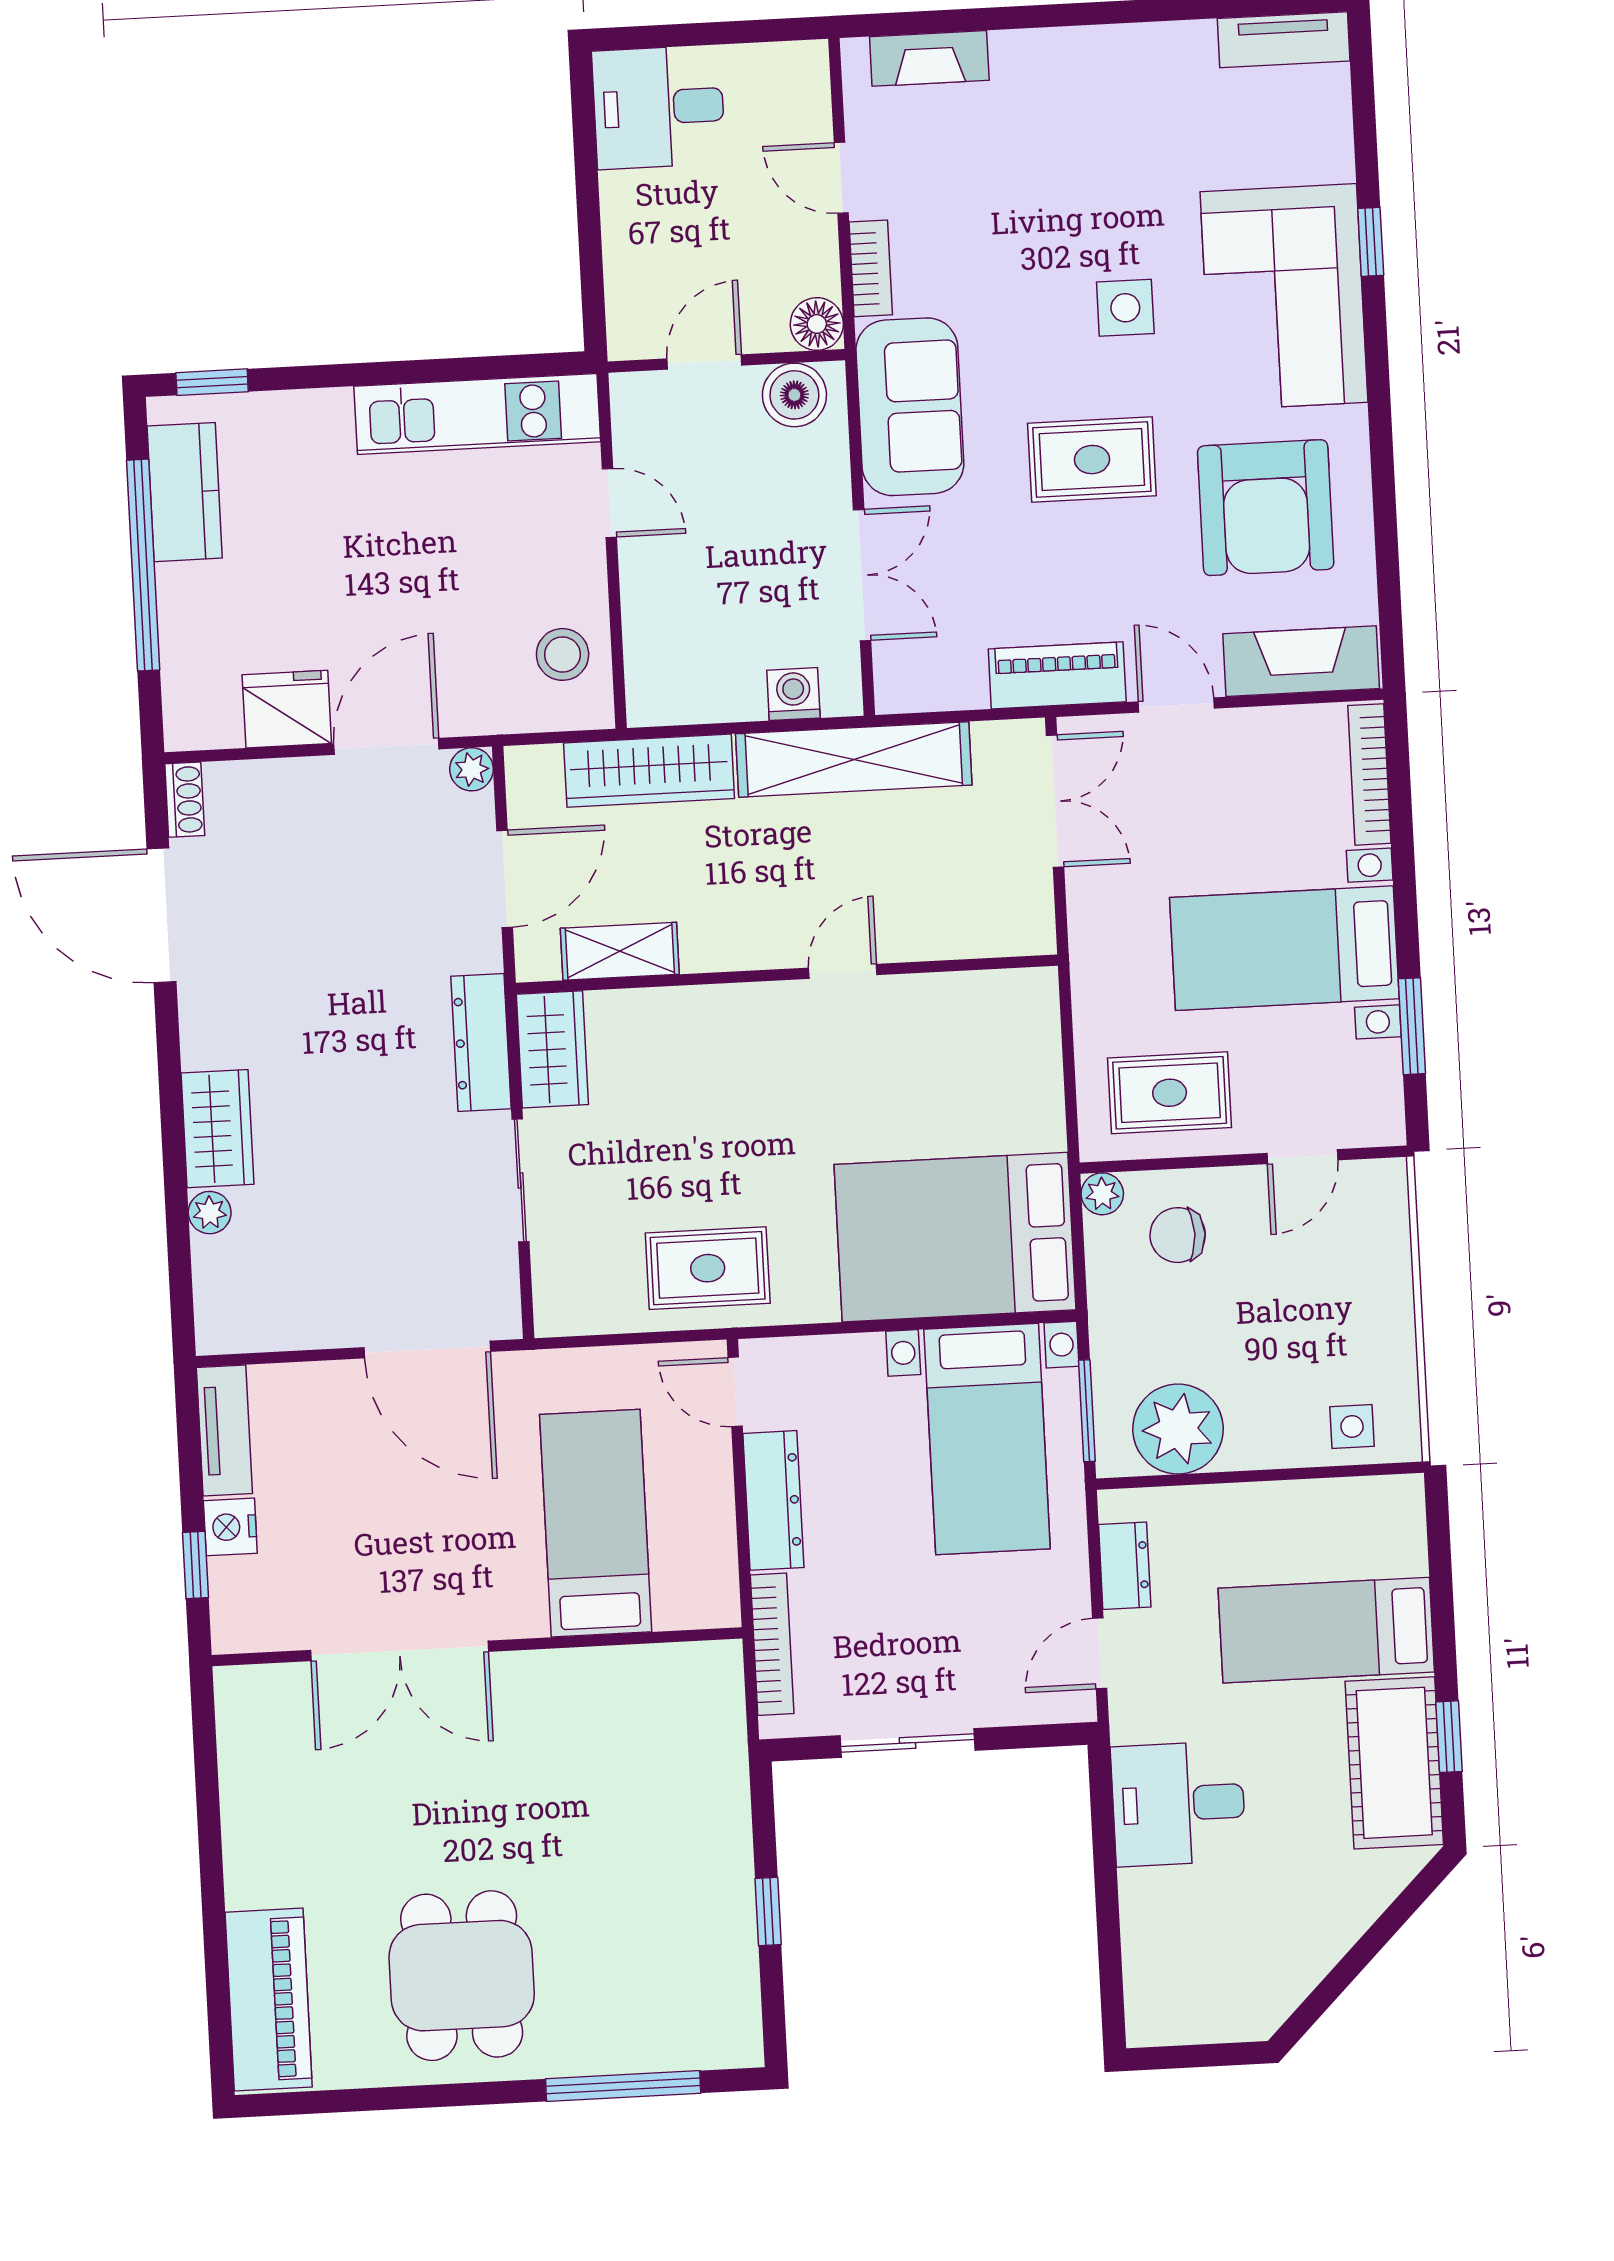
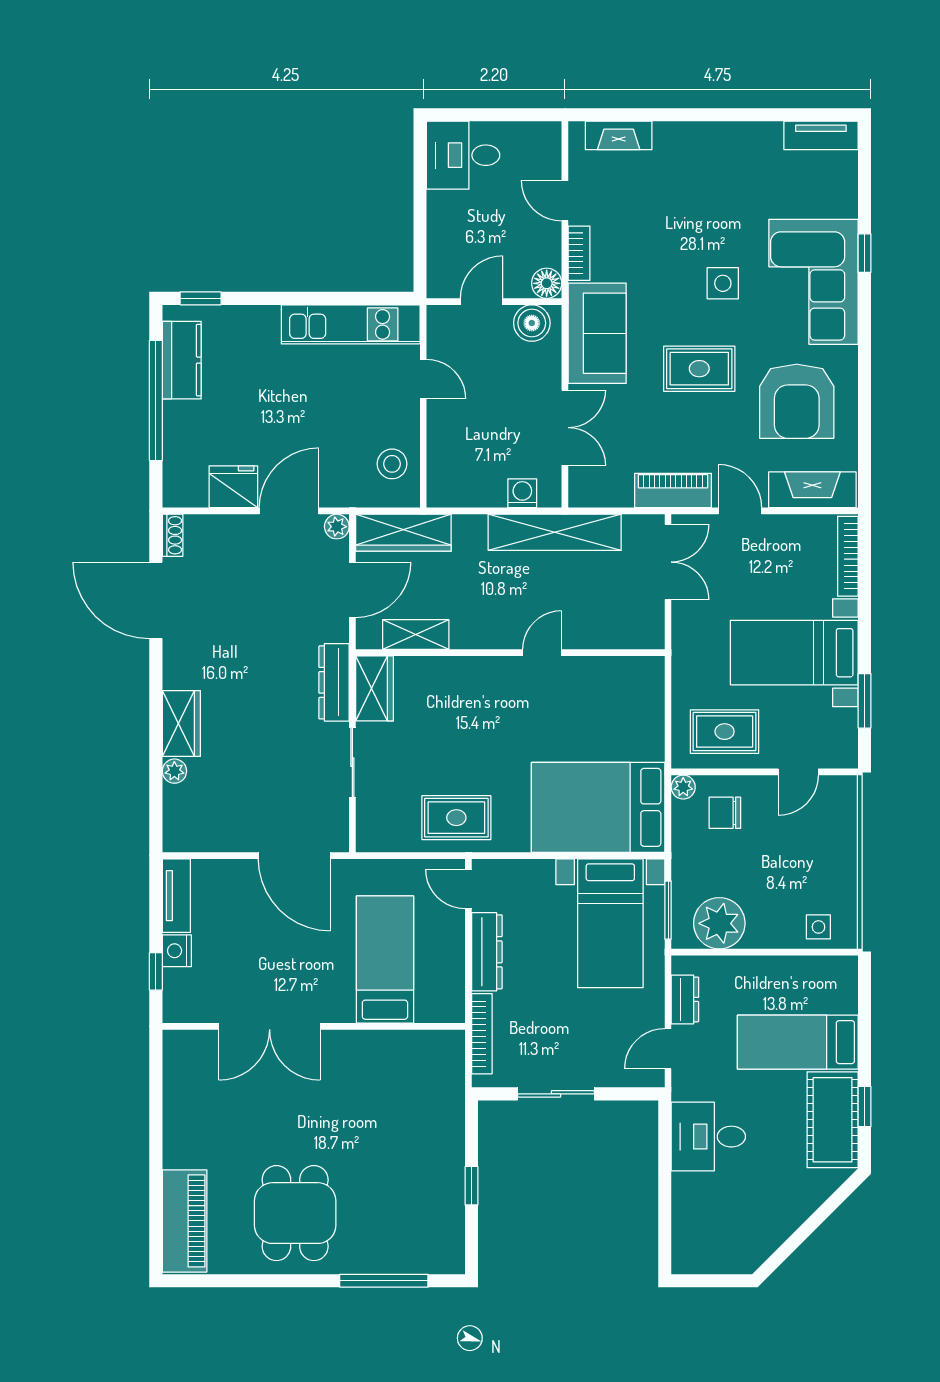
wardrobe: (649, 771) -> (403, 533), moved

